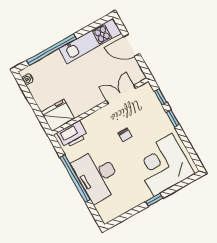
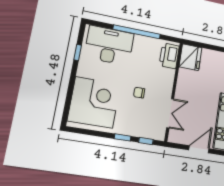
desk: (97, 176) -> (109, 45), moved
window: (154, 200) -> (78, 52), moved

